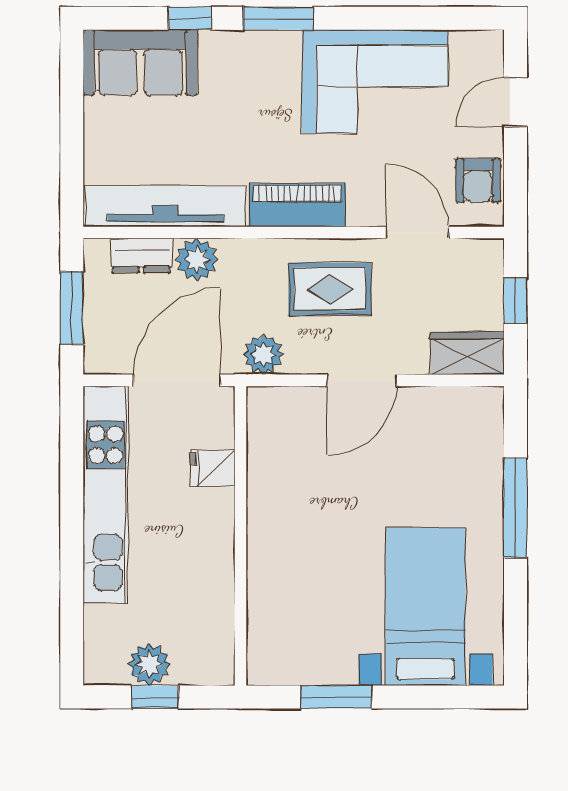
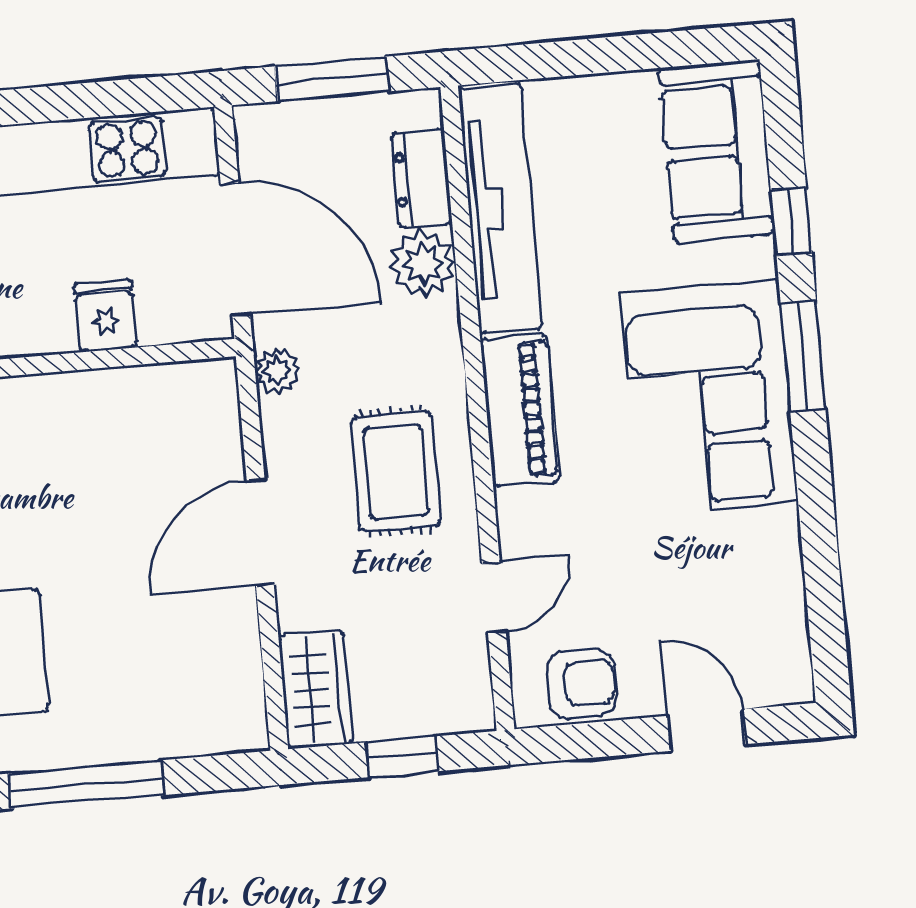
corner sofa: (375, 81) -> (709, 398), moved
armchair: (478, 180) -> (582, 683), turned 180
door: (417, 232) -> (494, 598), width x0.73
plant: (263, 355) -> (277, 370), width x0.73, depth x0.73
door: (362, 380) -> (260, 532), hinge flipped

